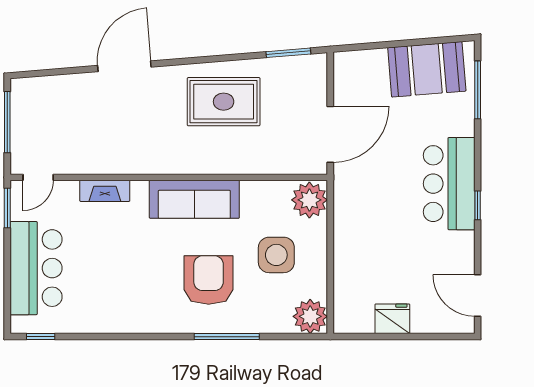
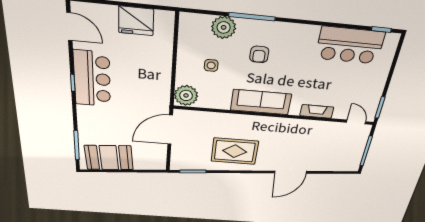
door: (38, 177) -> (356, 122), hinge flipped
bar counter: (449, 184) -> (92, 79), moved
side table: (276, 255) -> (211, 65), width x0.54, depth x0.54
bar counter: (36, 268) -> (350, 45), moved, turned -90
armchair: (209, 280) -> (259, 54), width x0.53, depth x0.53
plant: (310, 316) -> (224, 27), moved
fridge: (392, 319) -> (136, 21), width x1.36, depth x1.34

